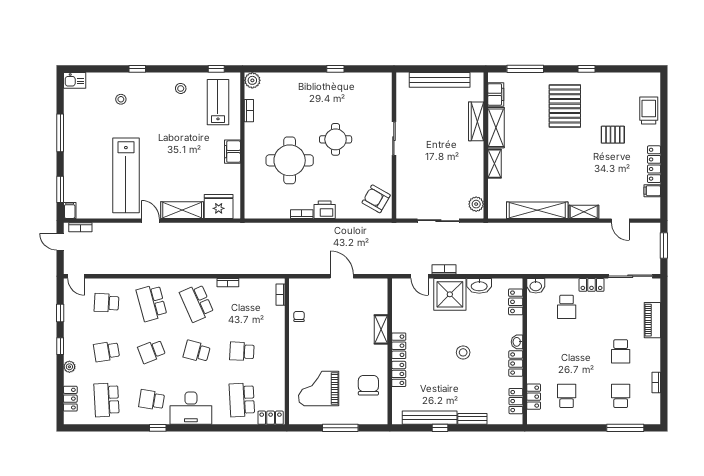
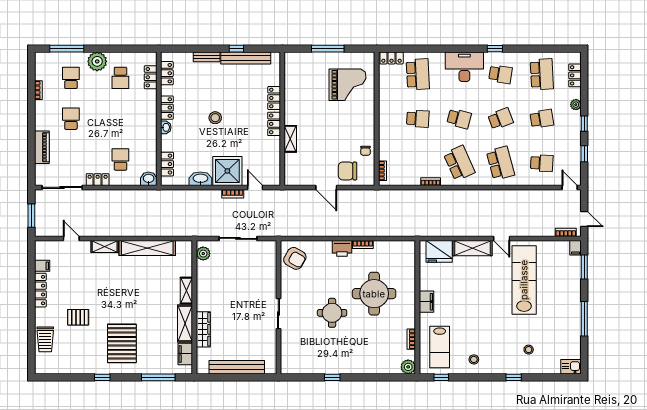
chair: (368, 385) -> (348, 171), moved, turned 90
school desk: (621, 396) -> (71, 78), turned 180
plant: (592, 414) -> (97, 61), added

